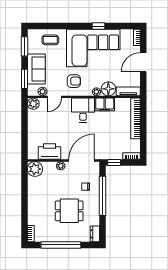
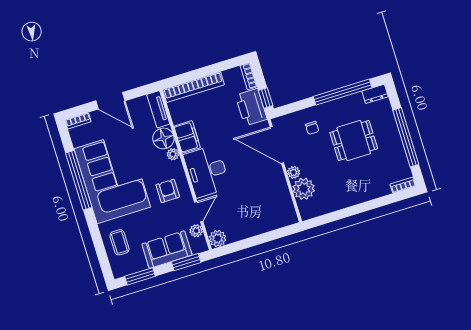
window: (98, 26) -> (79, 180), width x3.17
door: (54, 97) -> (199, 212), hinge flipped
desk: (83, 110) -> (207, 171), width x1.37
printer: (50, 152) -> (251, 107), moved
plant: (35, 169) -> (304, 189), moved
window: (103, 196) -> (343, 92), moved
dining table: (69, 211) -> (354, 141), turned 90

